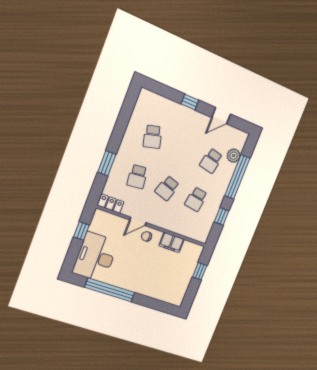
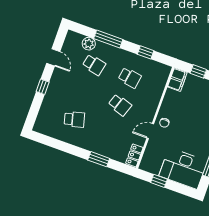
school desk: (137, 177) -> (110, 132), removed
window: (237, 177) -> (108, 39), width x0.68
door: (138, 221) -> (150, 131), swing flipped
filing cabinet: (172, 242) -> (177, 80), moved

